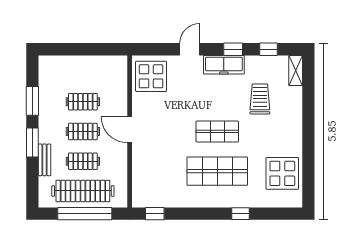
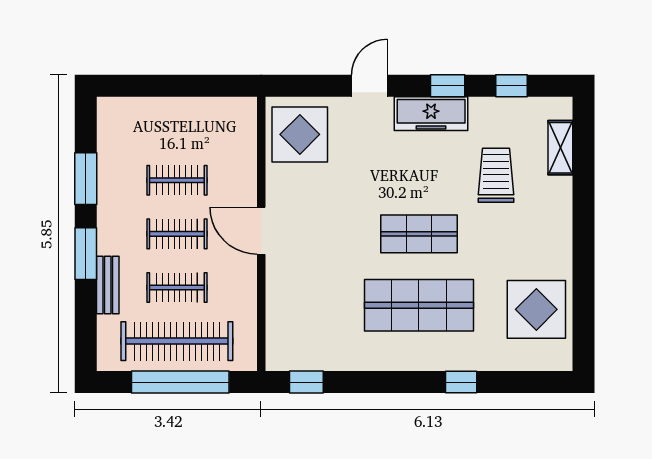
shelving: (296, 70) -> (560, 148), moved

